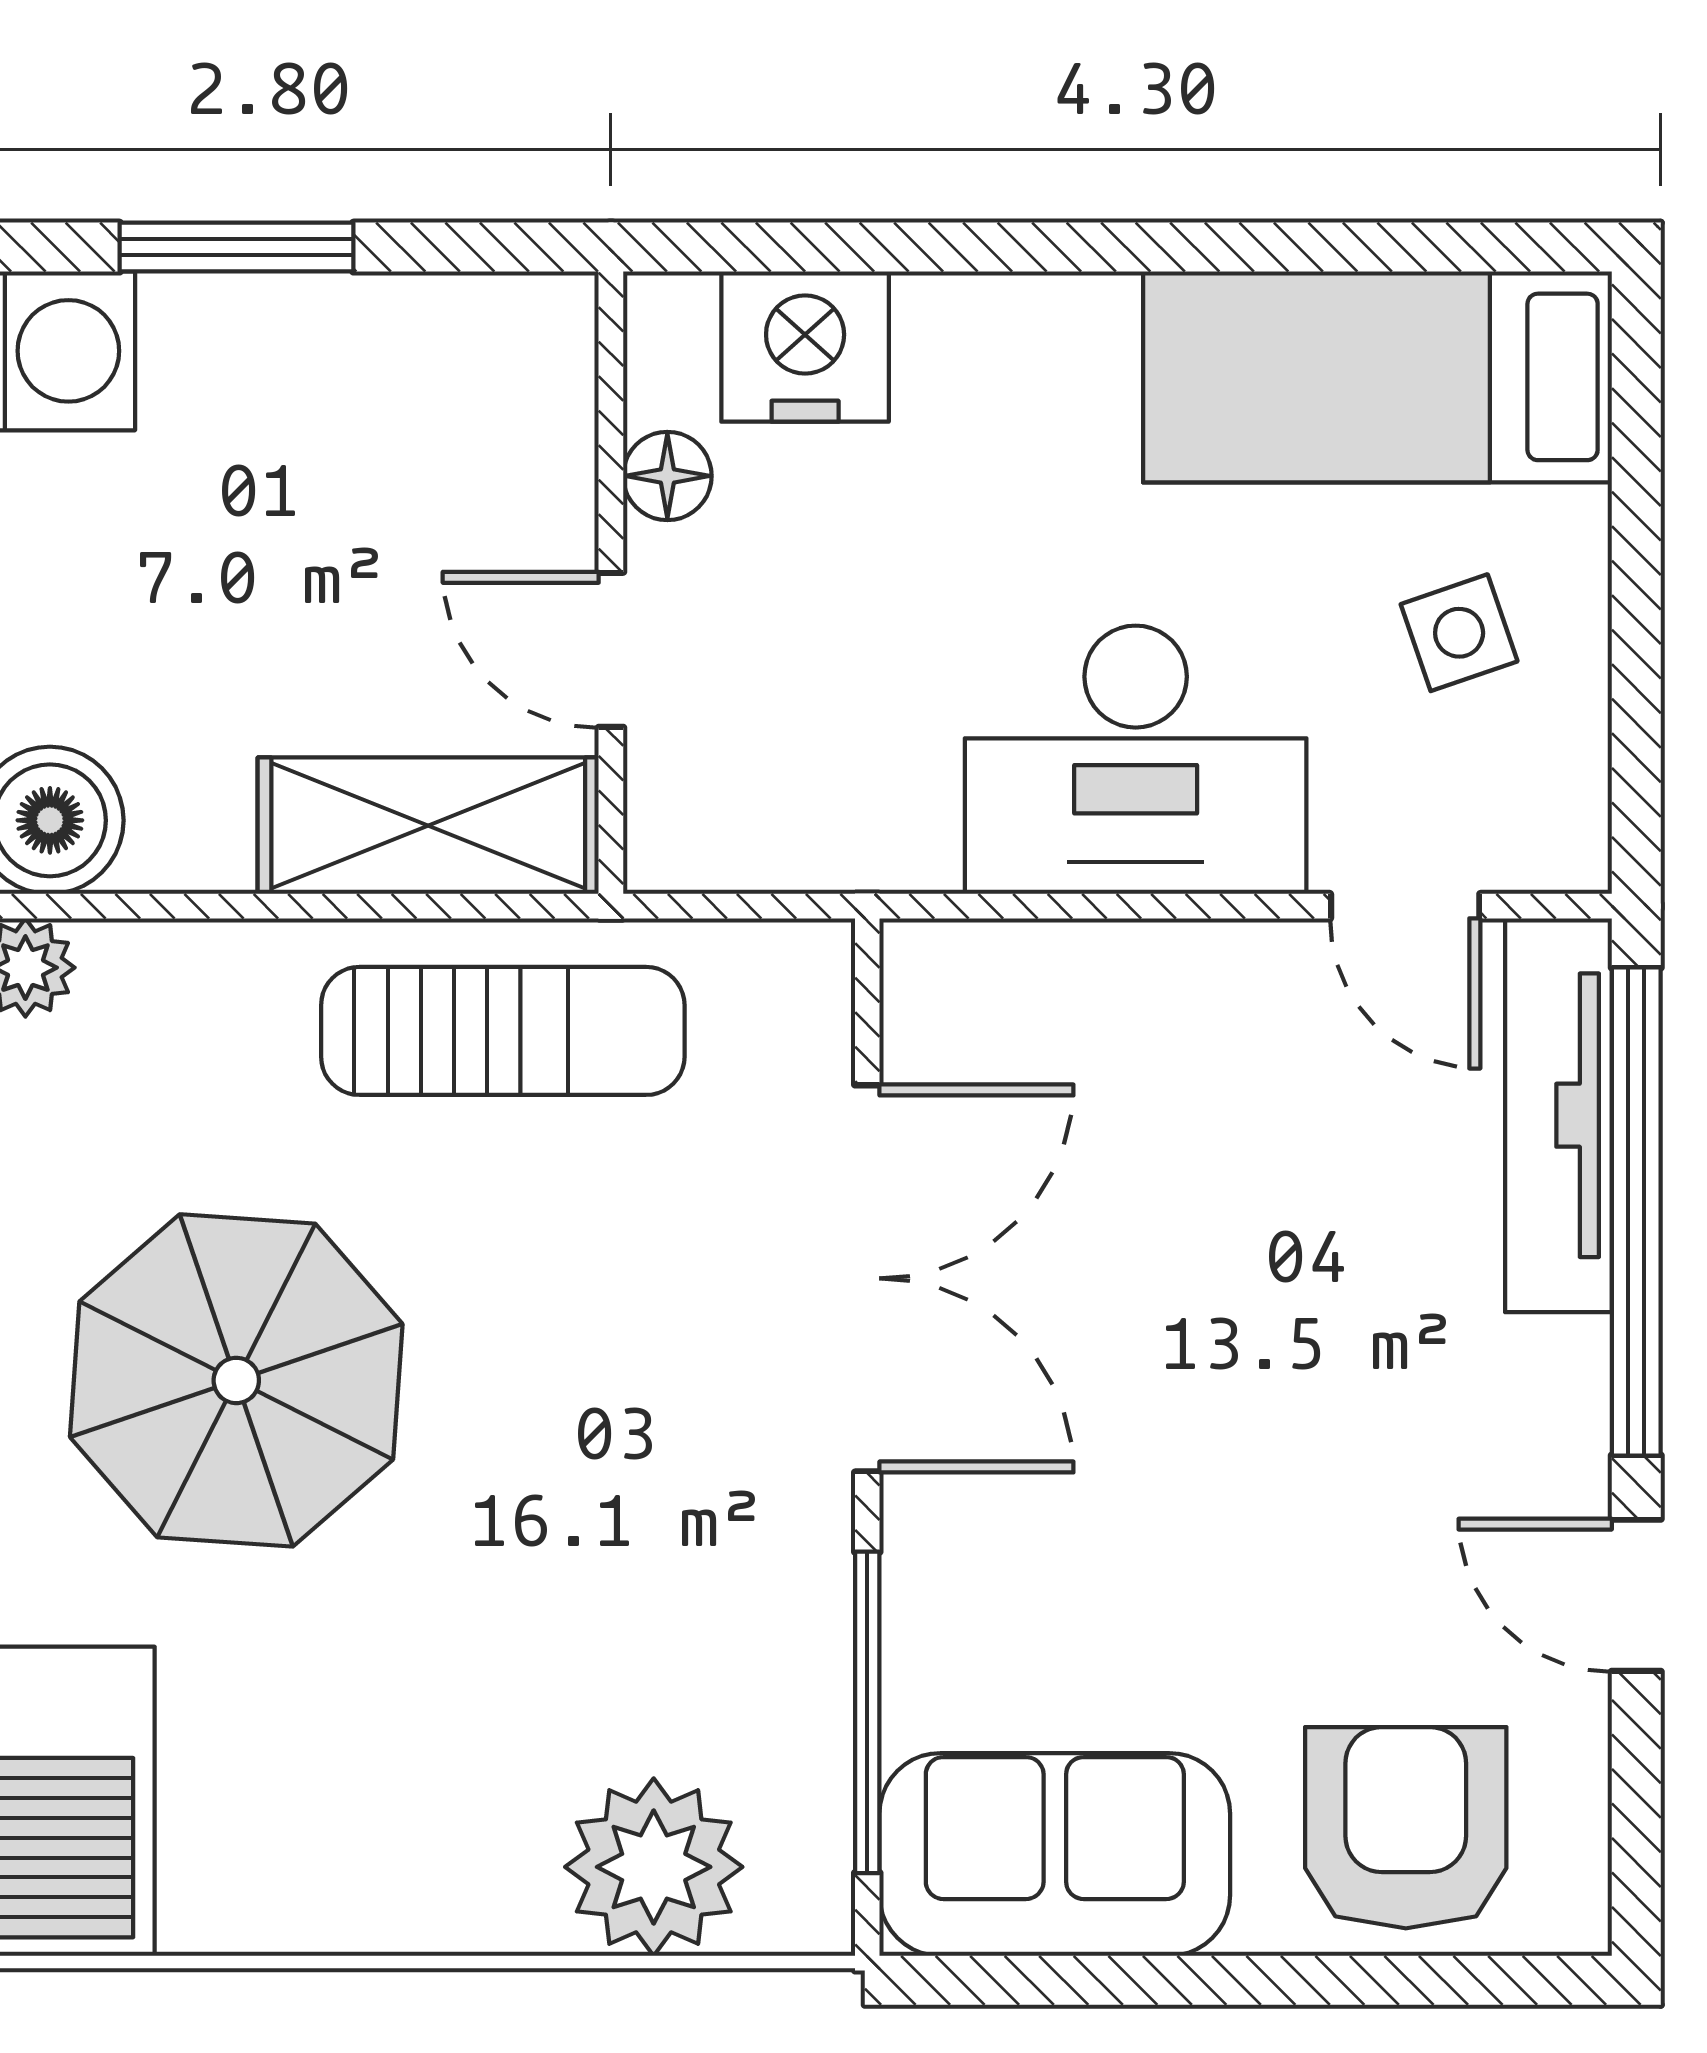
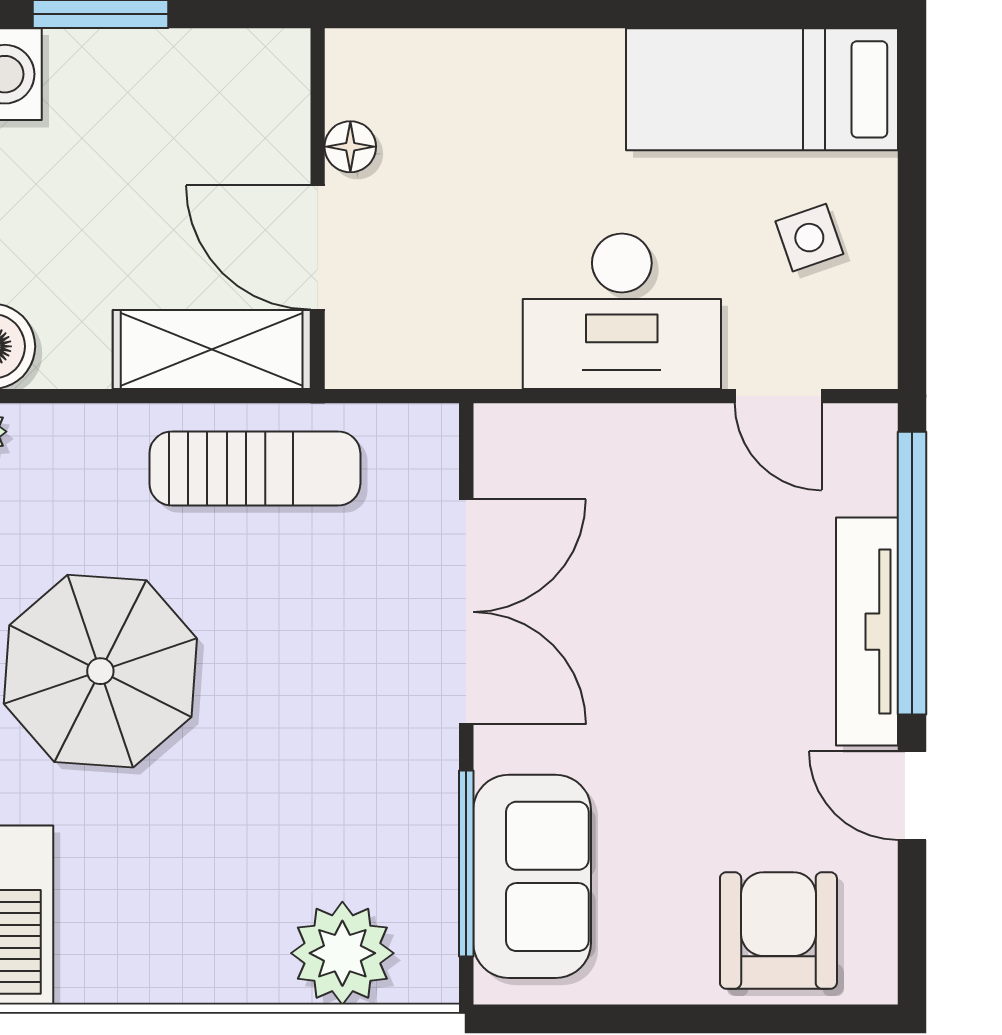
nightstand: (805, 347) -> (430, 72), removed
door: (611, 650) -> (318, 247), width x1.38
tv unit: (1558, 1115) -> (867, 632), moved
sofa: (1055, 1854) -> (532, 876), moved, turned 90

